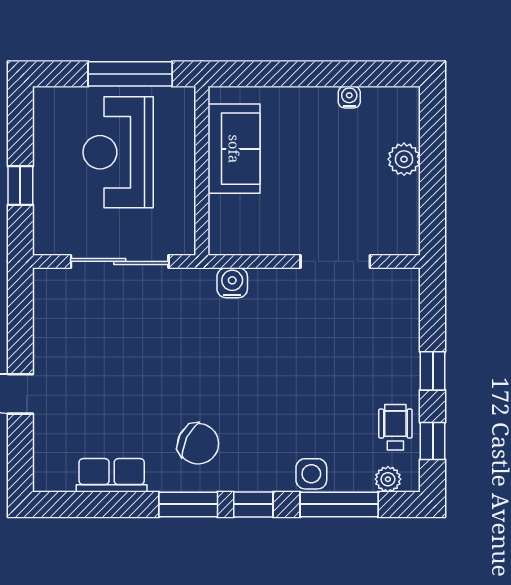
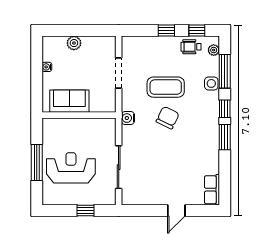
sofa: (234, 149) -> (69, 101), moved
reception desk: (118, 152) -> (71, 168), turned 180
wall: (202, 171) -> (79, 115), moved
coffee table: (303, 369) -> (166, 87), added
chair: (198, 444) -> (168, 118), moved
row of seats: (112, 475) -> (212, 190), moved

